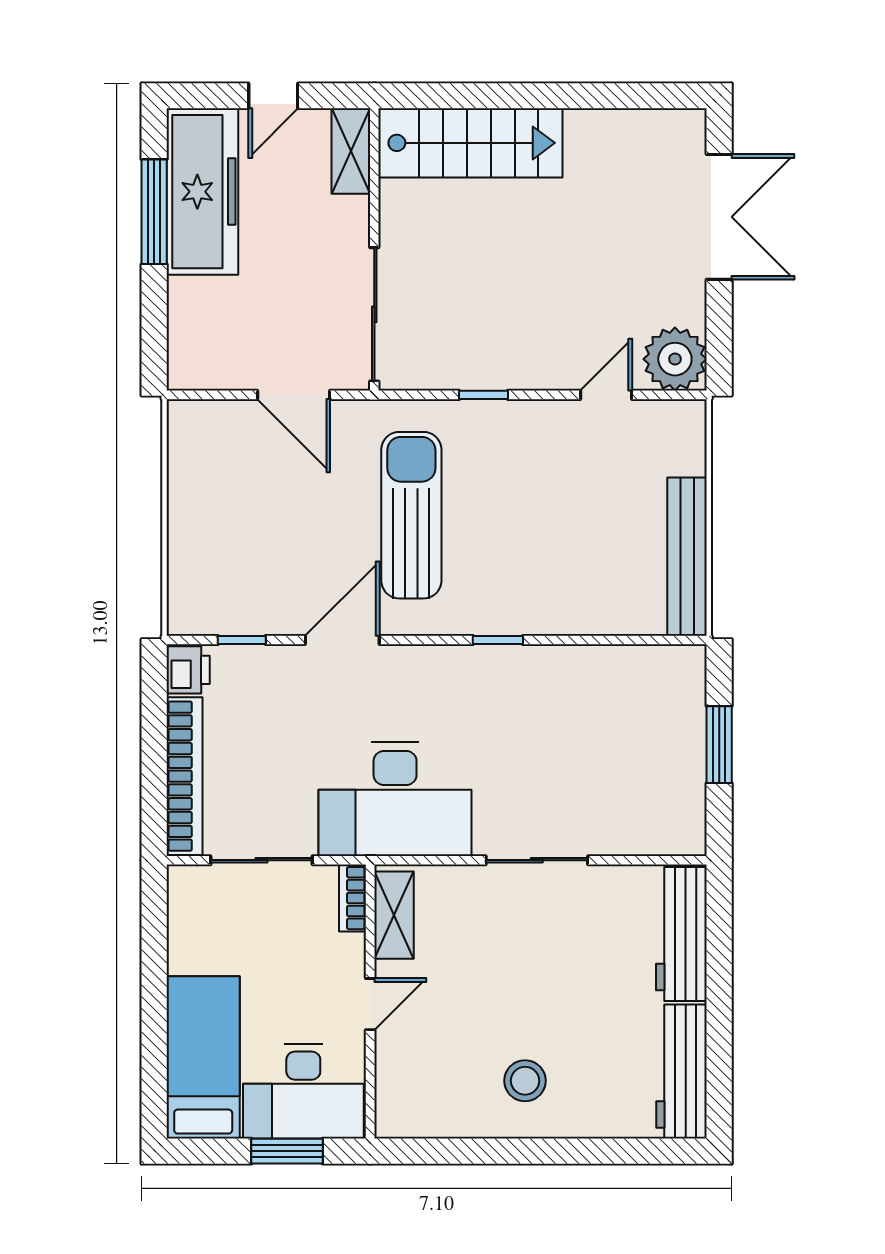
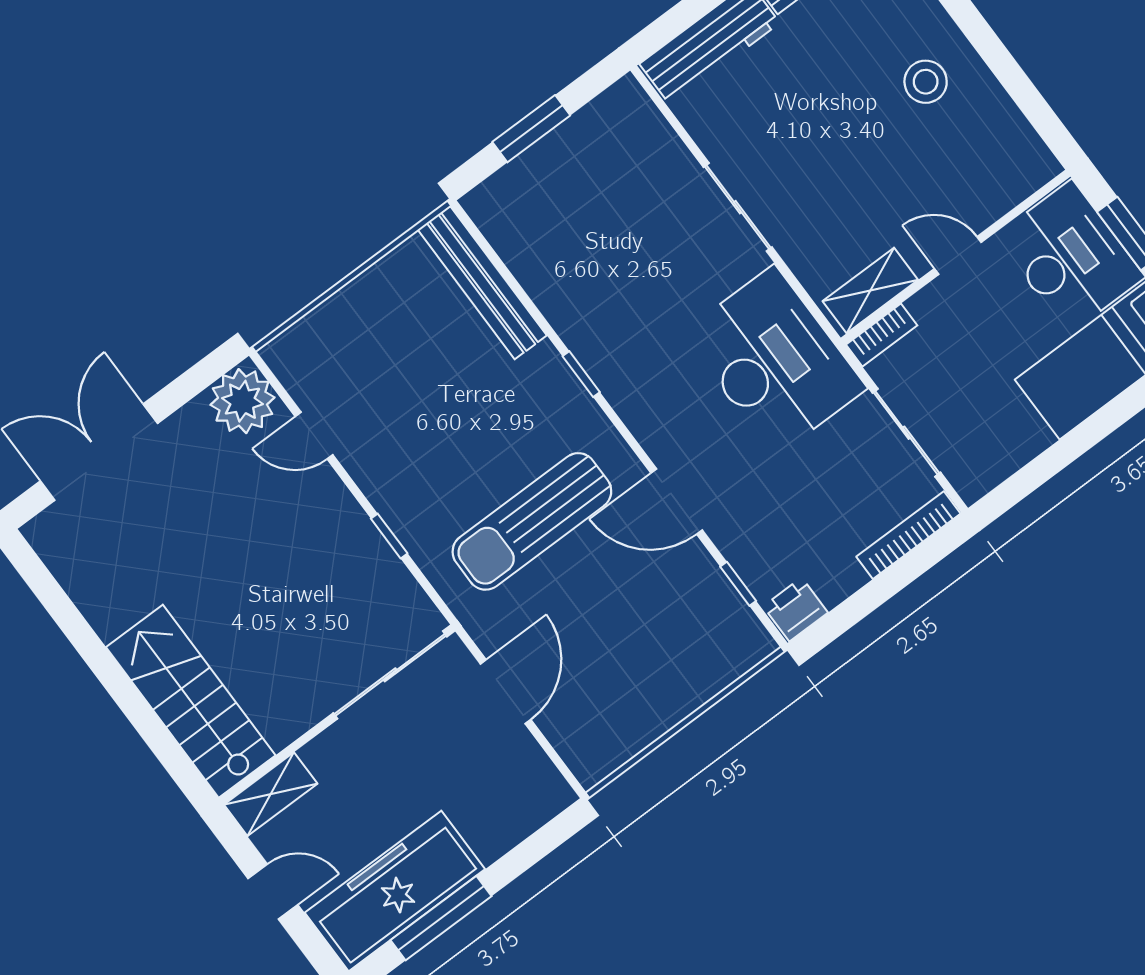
bench: (687, 557) -> (482, 283), moved, turned 90
bookcase: (185, 776) -> (908, 535), width x0.68, depth x0.76

